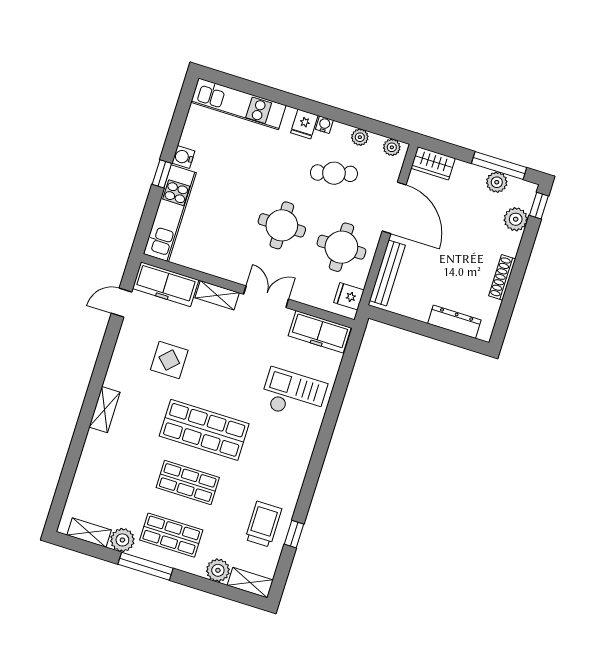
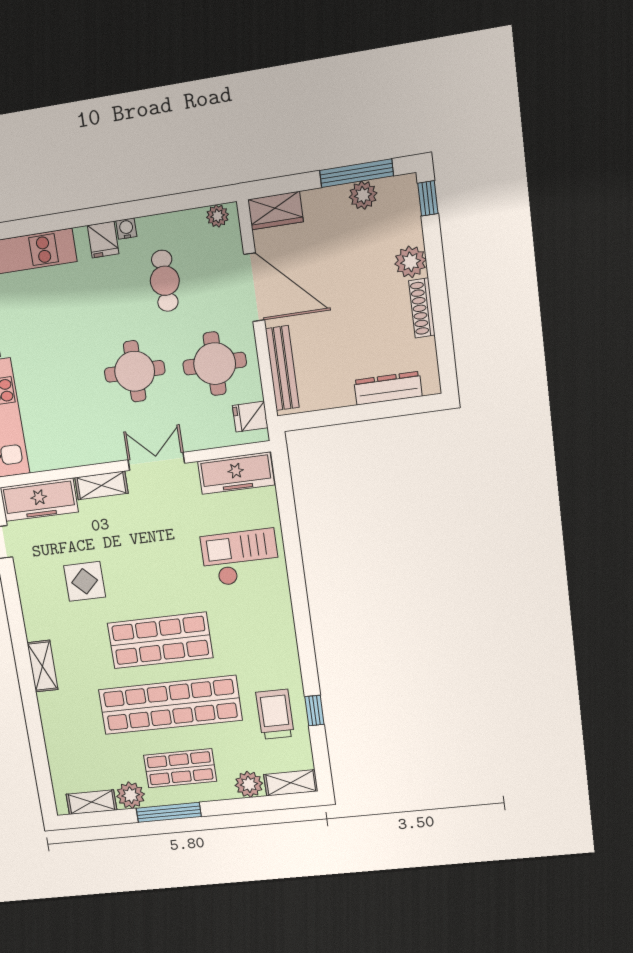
plant: (360, 137) -> (174, 223), removed
cafe table: (334, 173) -> (165, 281), turned -75
plant: (516, 219) -> (410, 262), moved
shop shelf: (188, 482) -> (170, 705), width x2.00, depth x1.36

